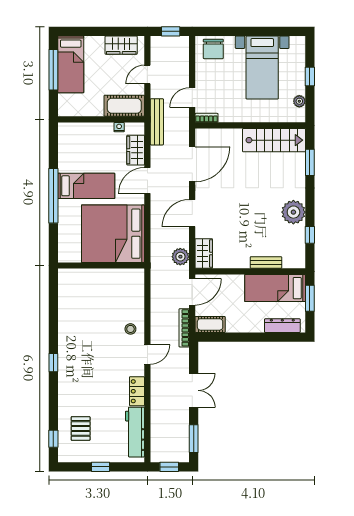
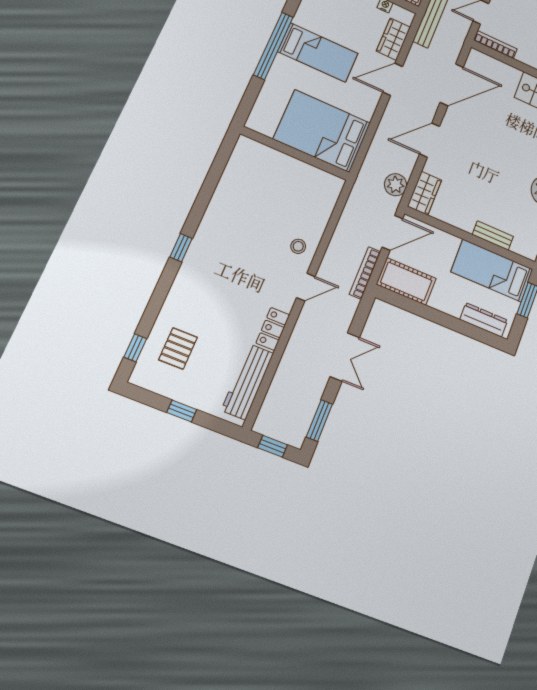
bookcase: (206, 118) -> (495, 45), width x1.56
bed: (113, 234) -> (322, 131), width x0.73
cot: (210, 324) -> (406, 281), width x1.37, depth x1.34

